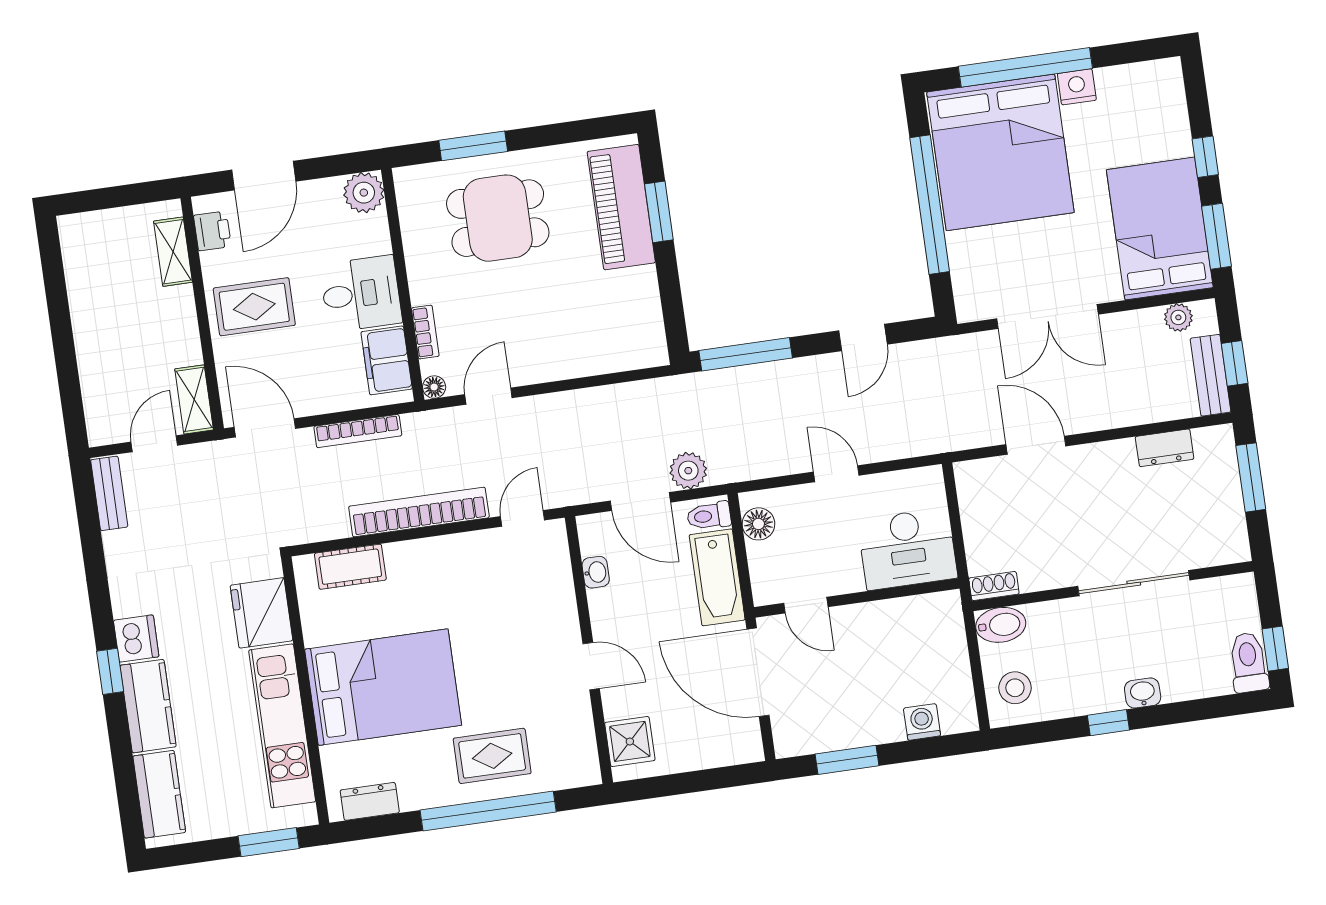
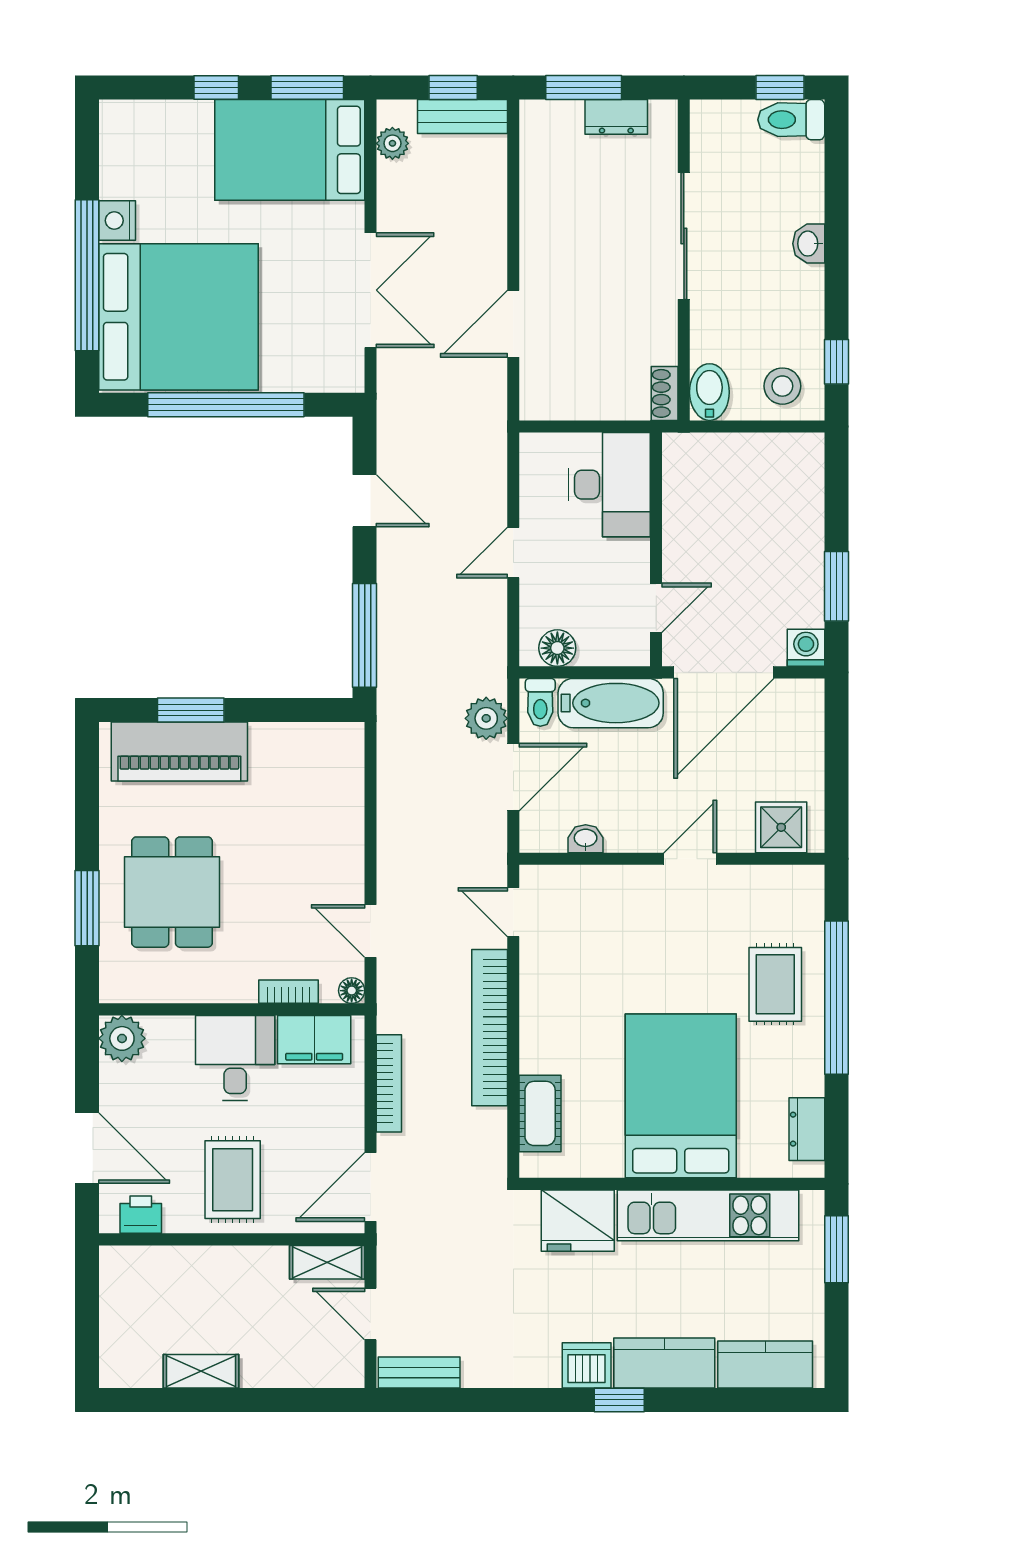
shelving: (173, 252) -> (201, 1371), moved
dresser: (1165, 448) -> (616, 117), moved, turned 90
washing machine: (922, 722) -> (806, 648), moved, turned 90
window: (1108, 723) -> (836, 362), moved

